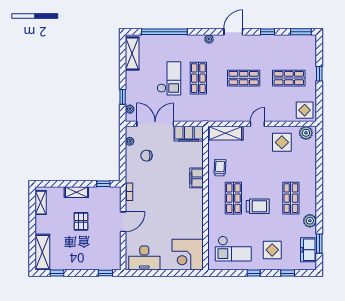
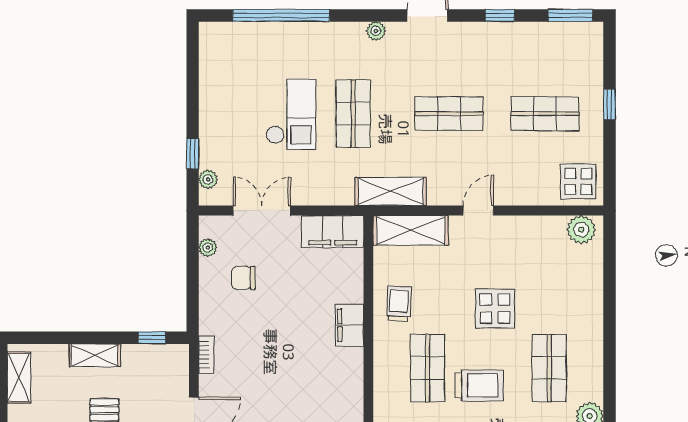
shelving: (132, 54) -> (391, 192), moved, turned 90
double door: (155, 124) -> (262, 211), width x0.73
display table: (282, 142) -> (495, 309), moved

